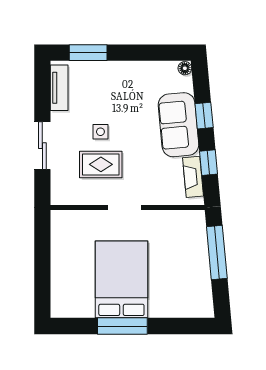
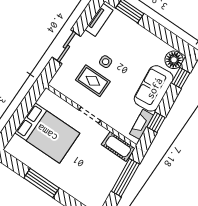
floor lamp: (185, 68) -> (174, 60), width x1.89, depth x1.89
window: (204, 116) -> (181, 78), moved
cot: (183, 221) -> (118, 146), added
bed: (121, 279) -> (47, 133), moved, turned 90

